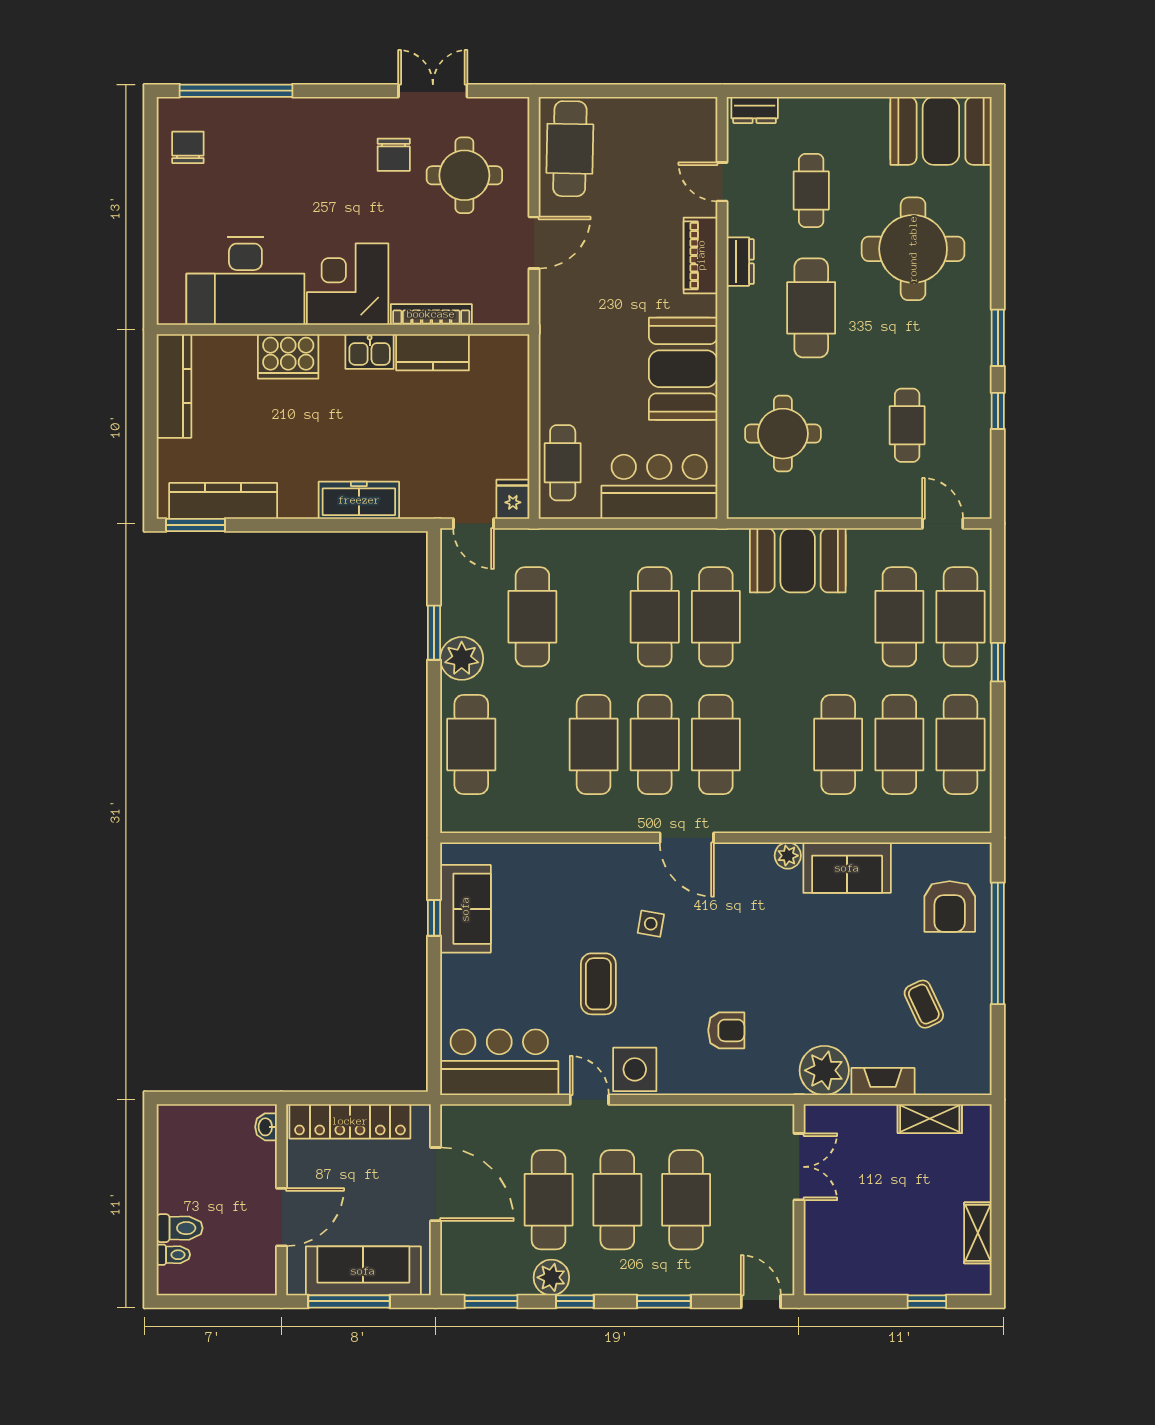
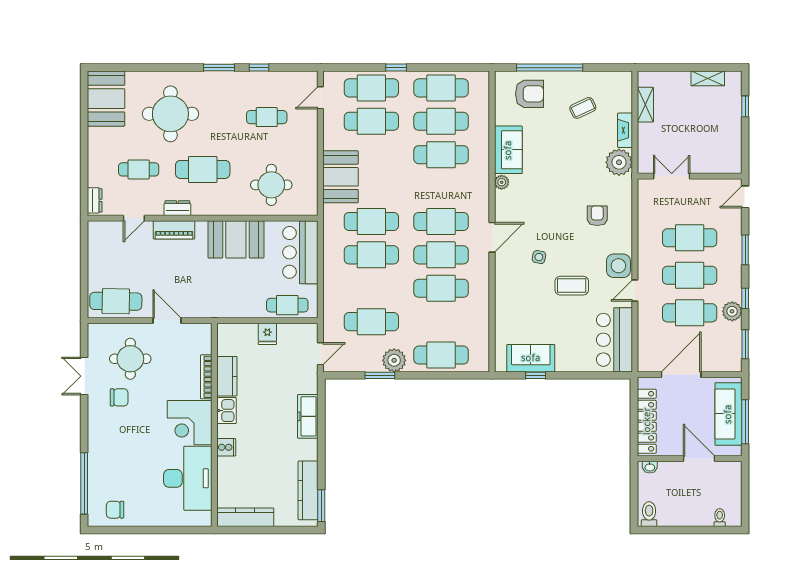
cooker: (288, 356) -> (226, 447), width x0.53, depth x0.76
fridge: (513, 499) -> (267, 334), moved, turned -90
toilet: (180, 1228) -> (649, 514), moved

